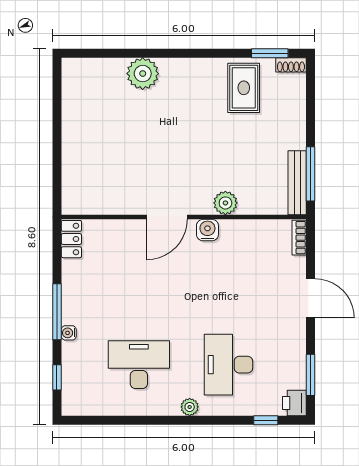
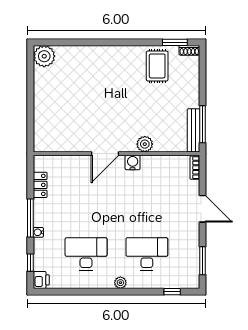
plant: (143, 74) -> (44, 56), moved
locker: (71, 239) -> (40, 185), moved
desk: (228, 365) -> (147, 254), turned 90
printer: (294, 403) -> (41, 280), moved, turned 180

